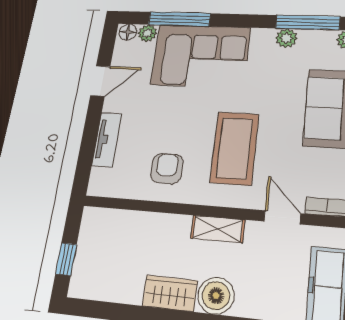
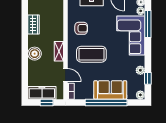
window: (308, 23) -> (148, 78), width x0.46
door: (282, 217) -> (65, 75), hinge flipped
wardrobe: (170, 293) -> (34, 25), moved

